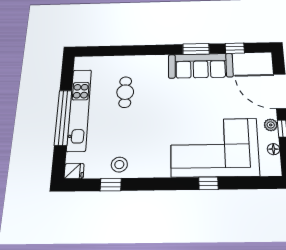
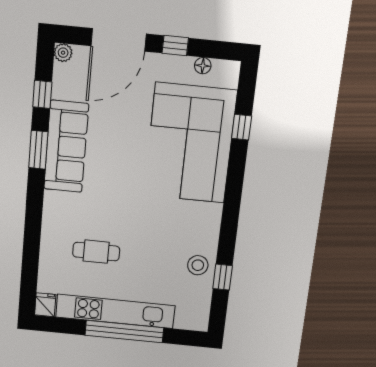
plant: (271, 125) -> (63, 53), moved
fridge: (74, 171) -> (45, 305), moved
window: (208, 183) -> (242, 127), moved

